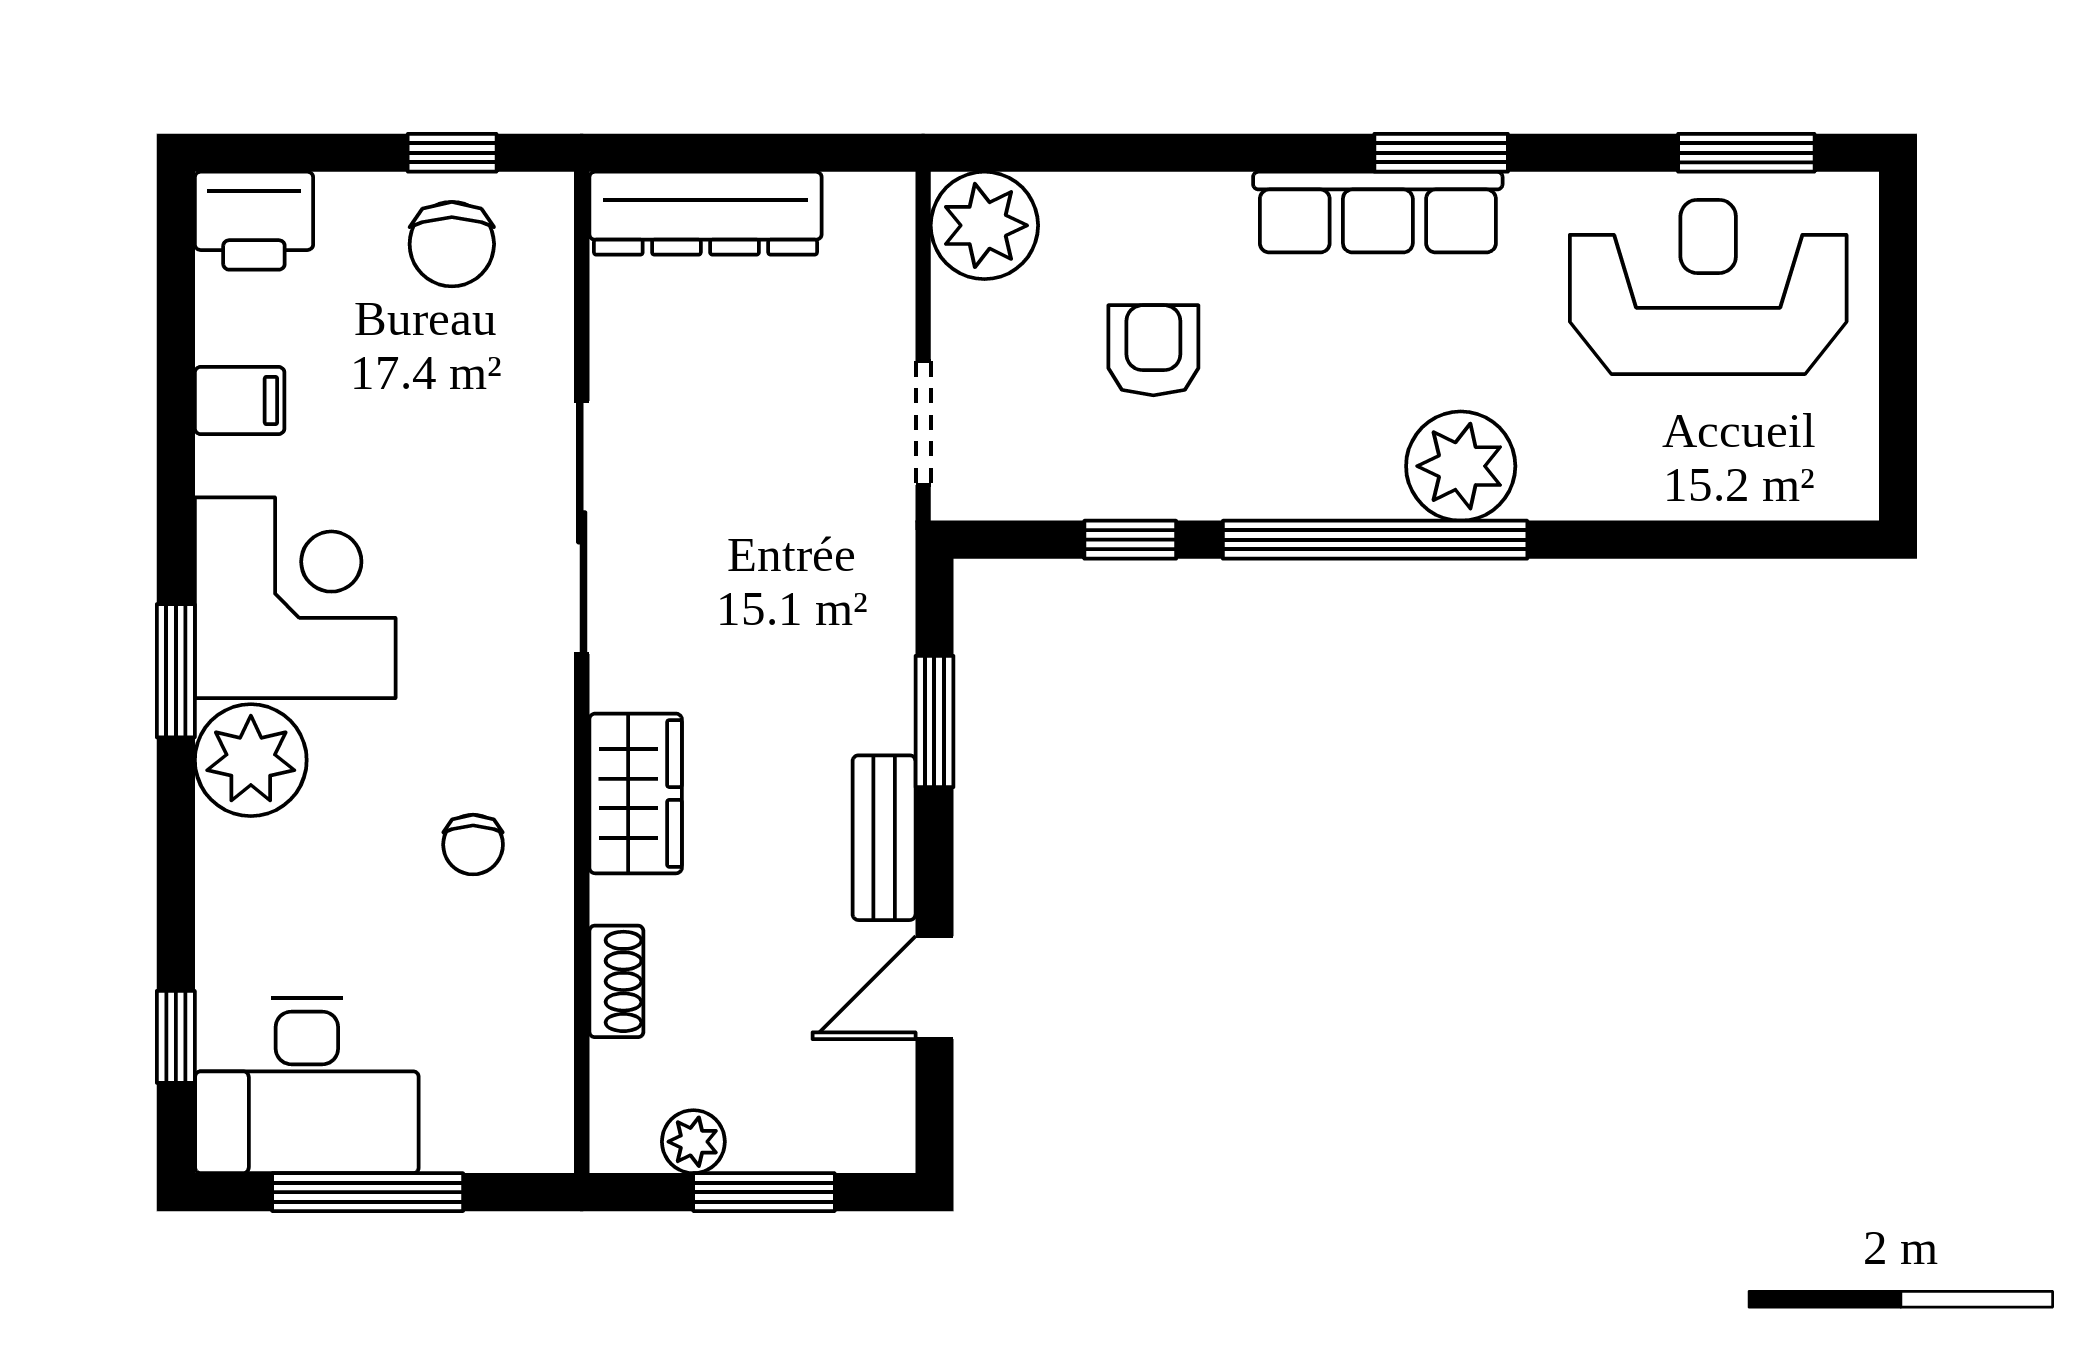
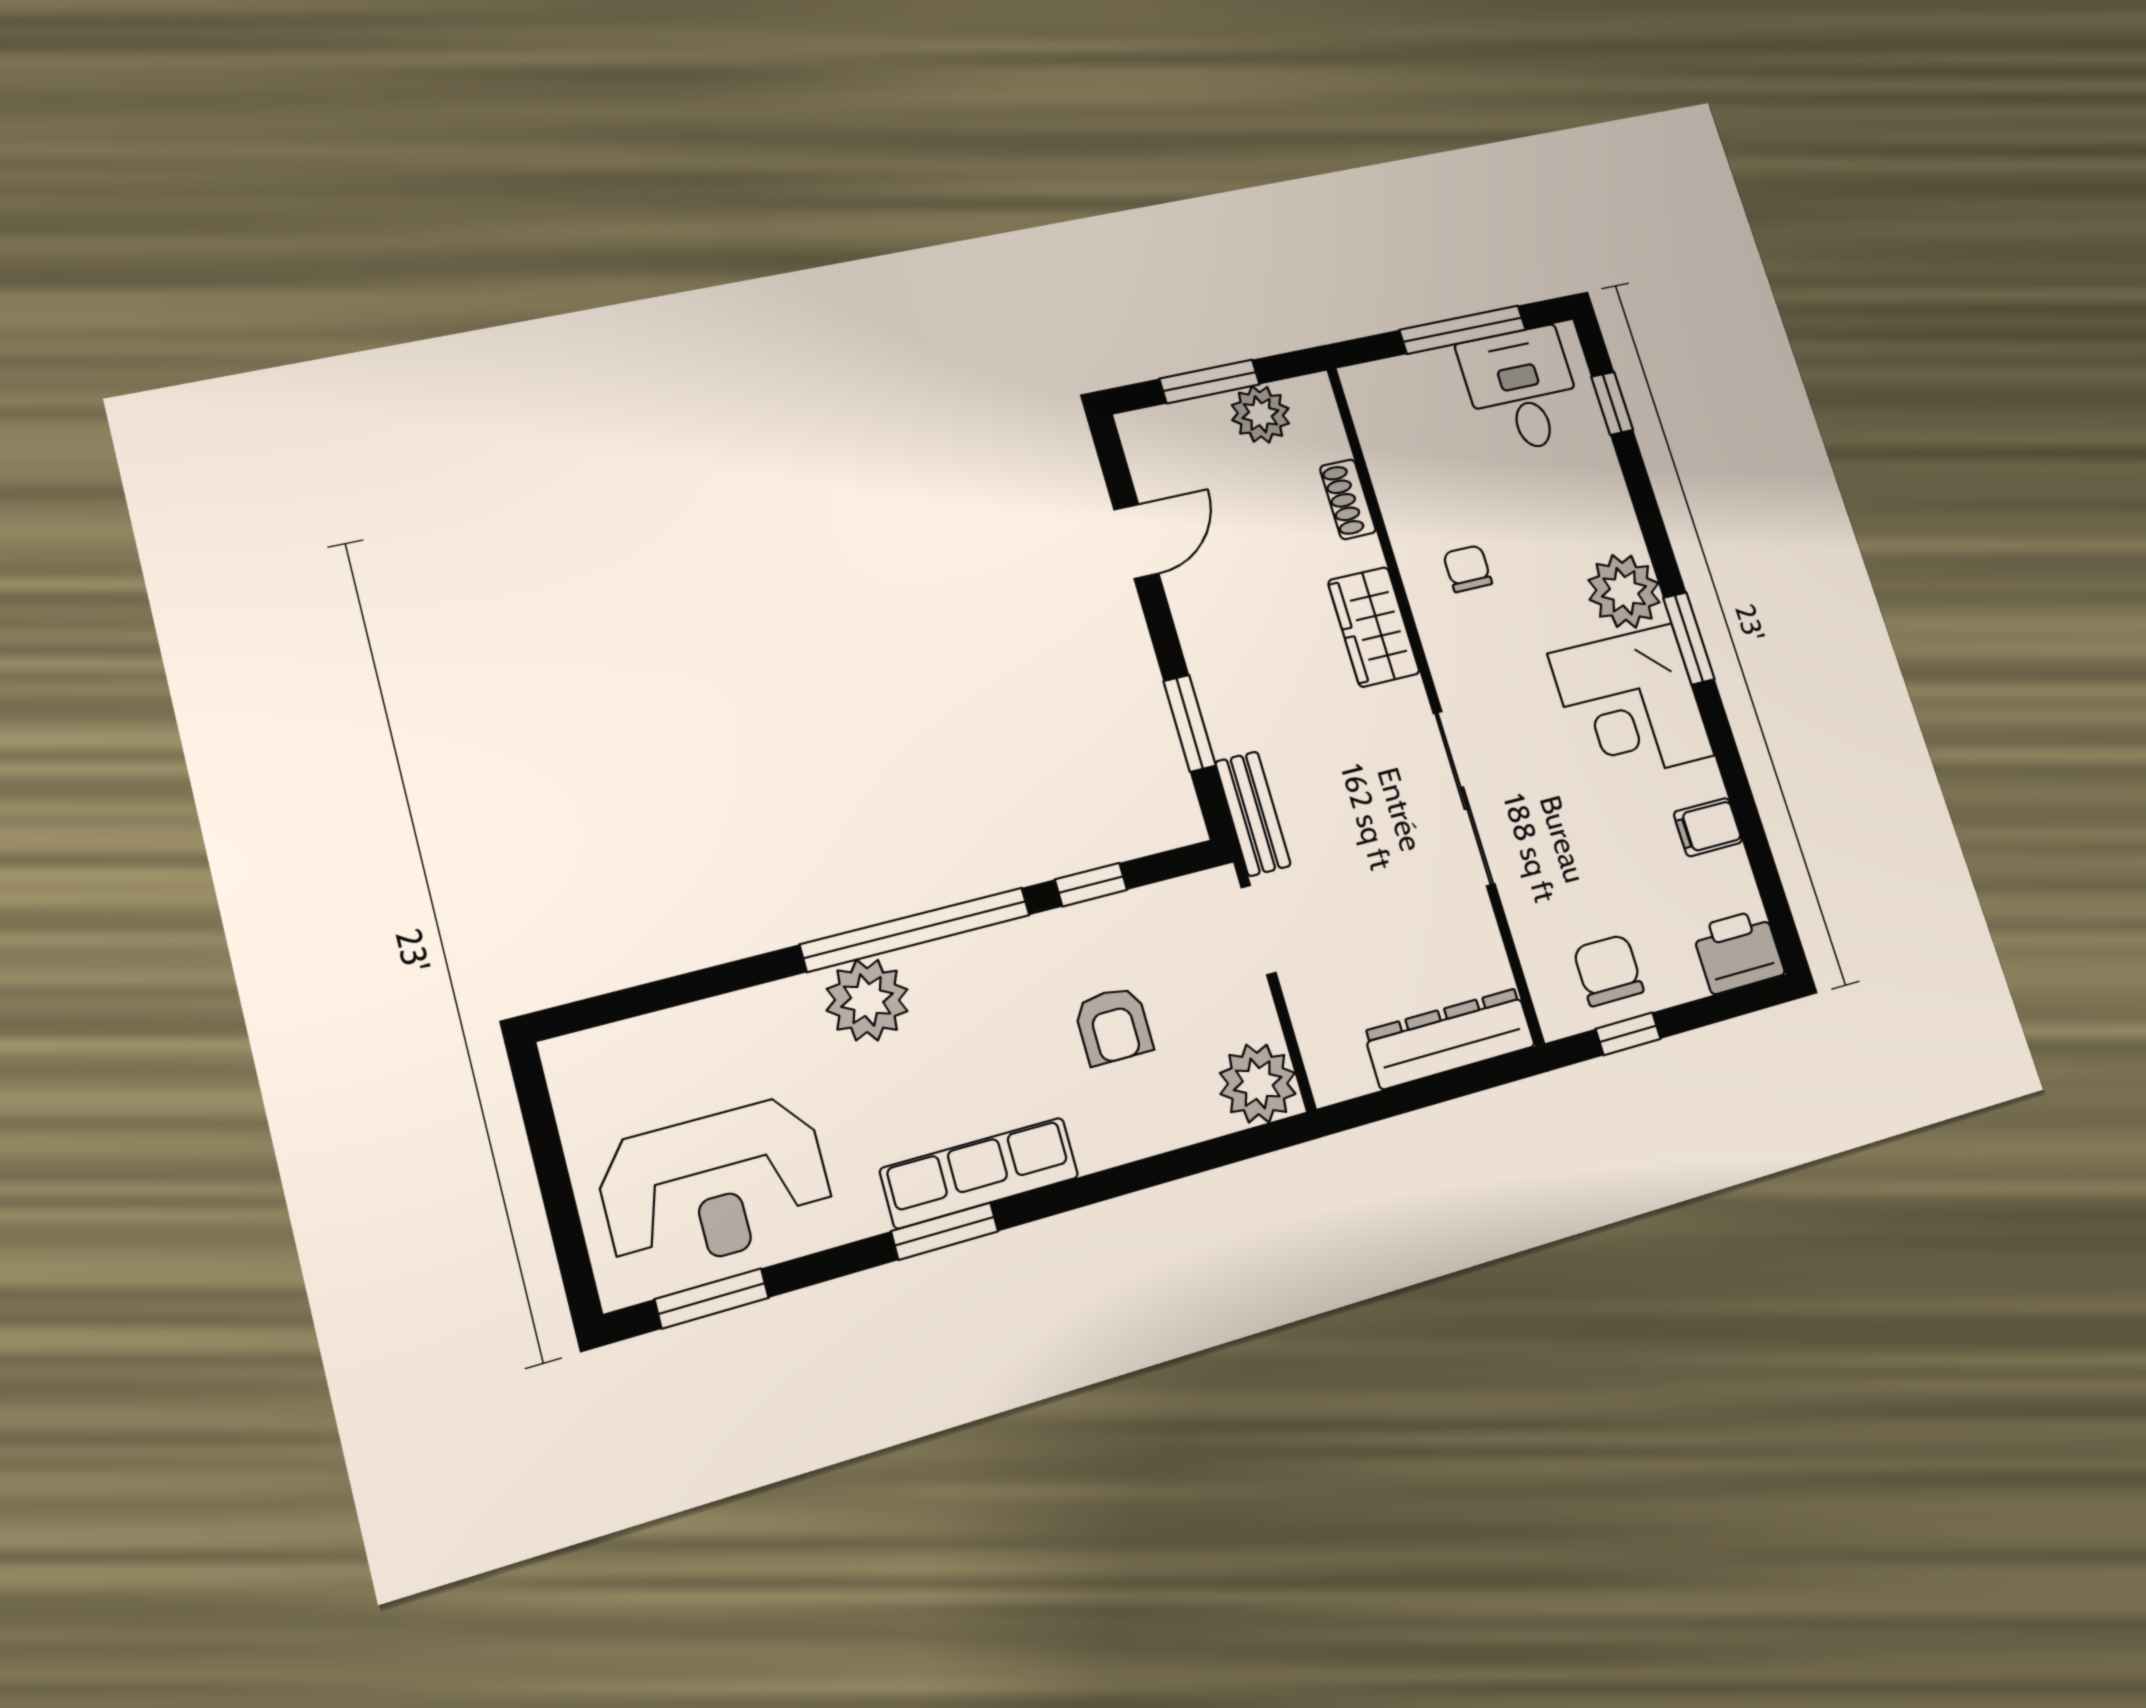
bench: (884, 838) -> (1253, 814), moved
desk: (307, 1085) -> (1522, 390), width x0.73
plant: (693, 1142) -> (1260, 414), width x1.38, depth x1.38

